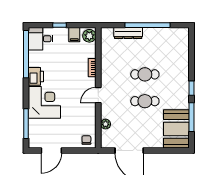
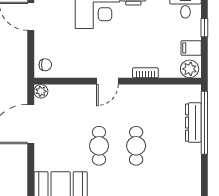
window: (148, 25) -> (204, 123), moved
door: (98, 95) -> (107, 81), swing flipped
plant: (106, 124) -> (41, 91), moved

